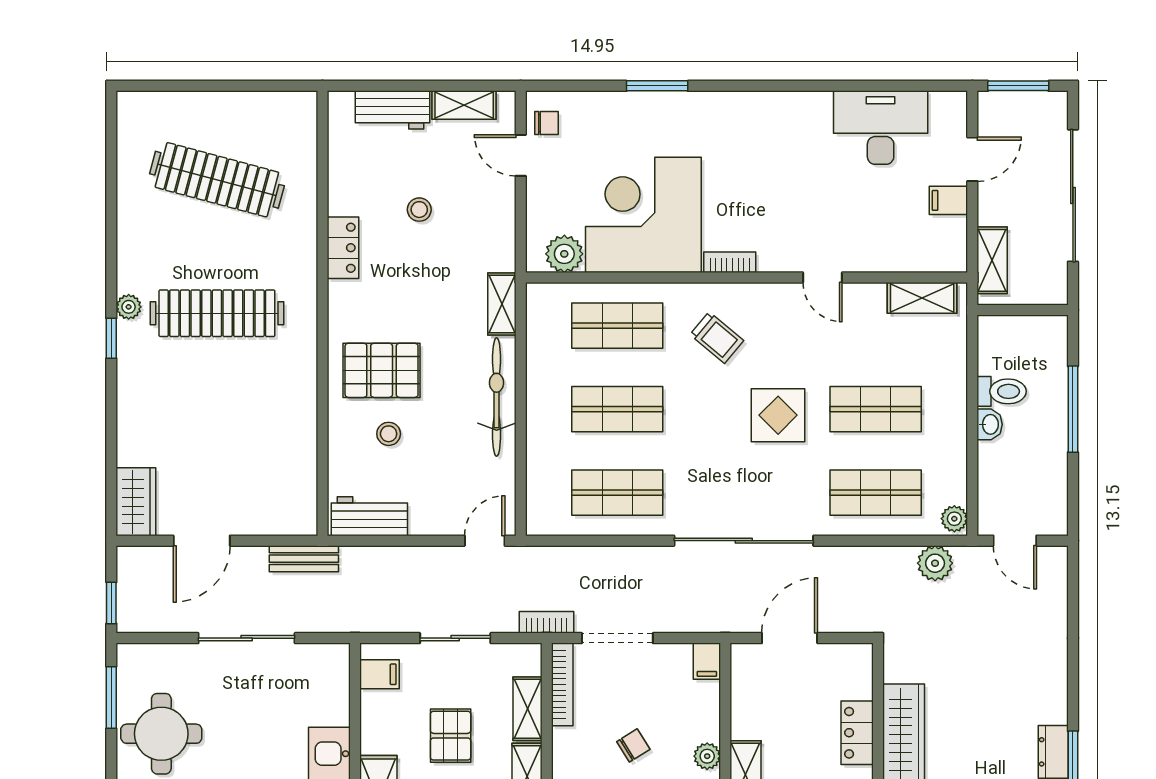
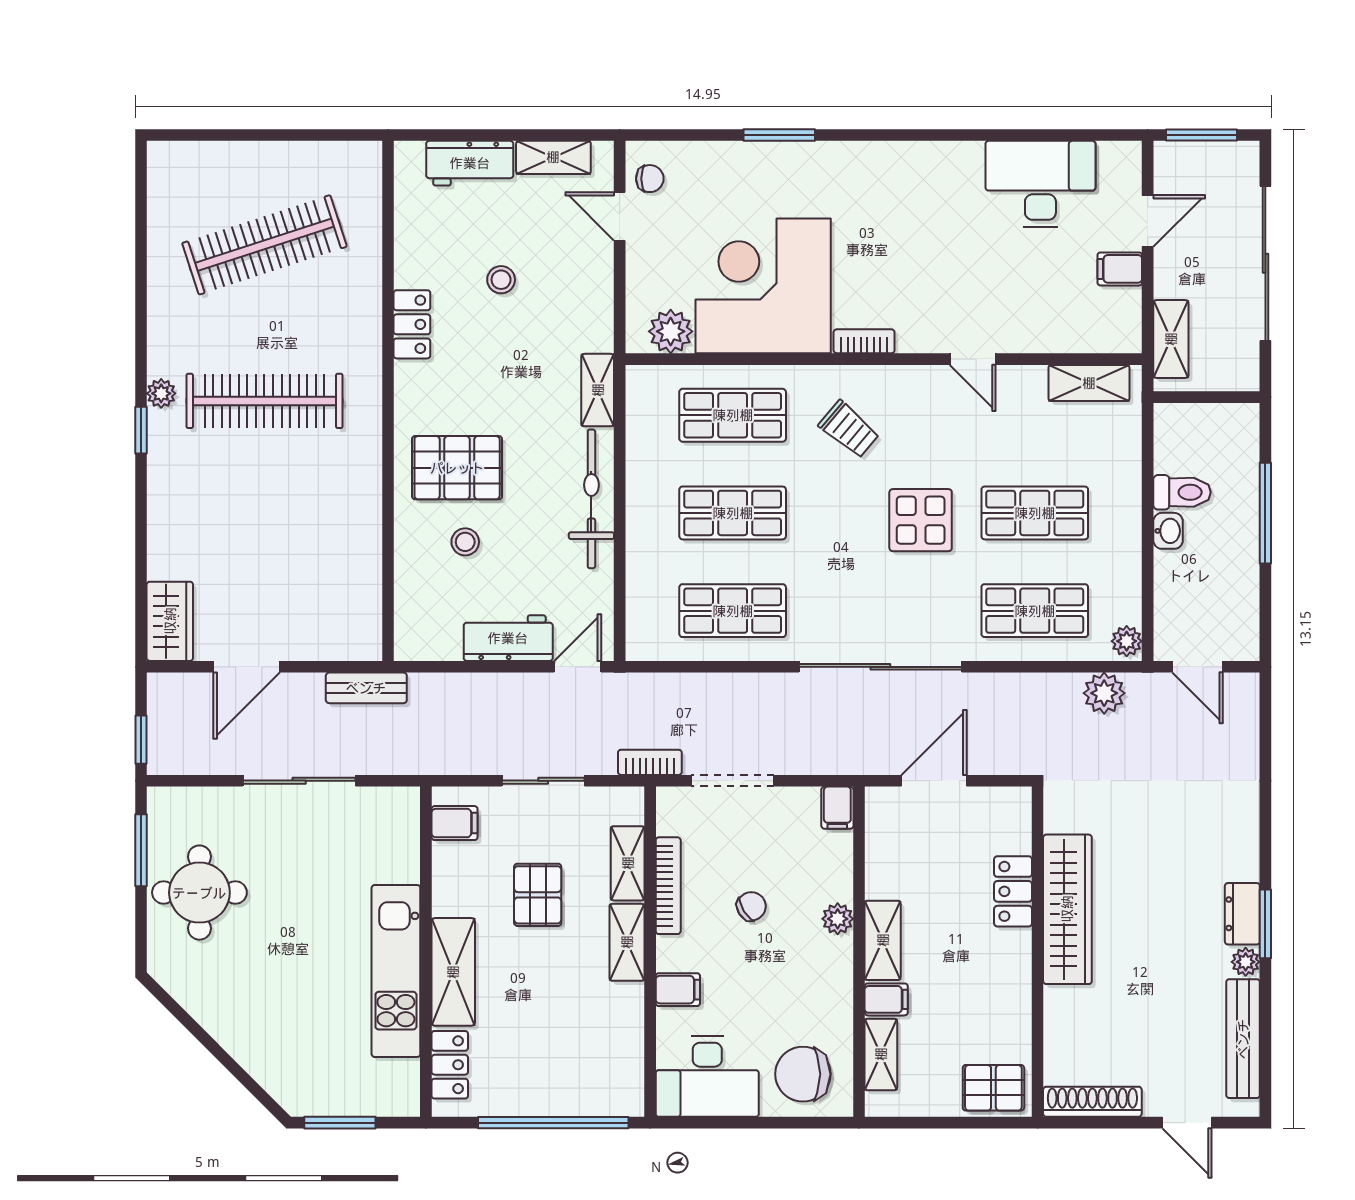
clothes rail: (217, 180) -> (264, 245), turned -33
workbench: (369, 516) -> (508, 638), moved
bookcase: (562, 684) -> (668, 886), moved

